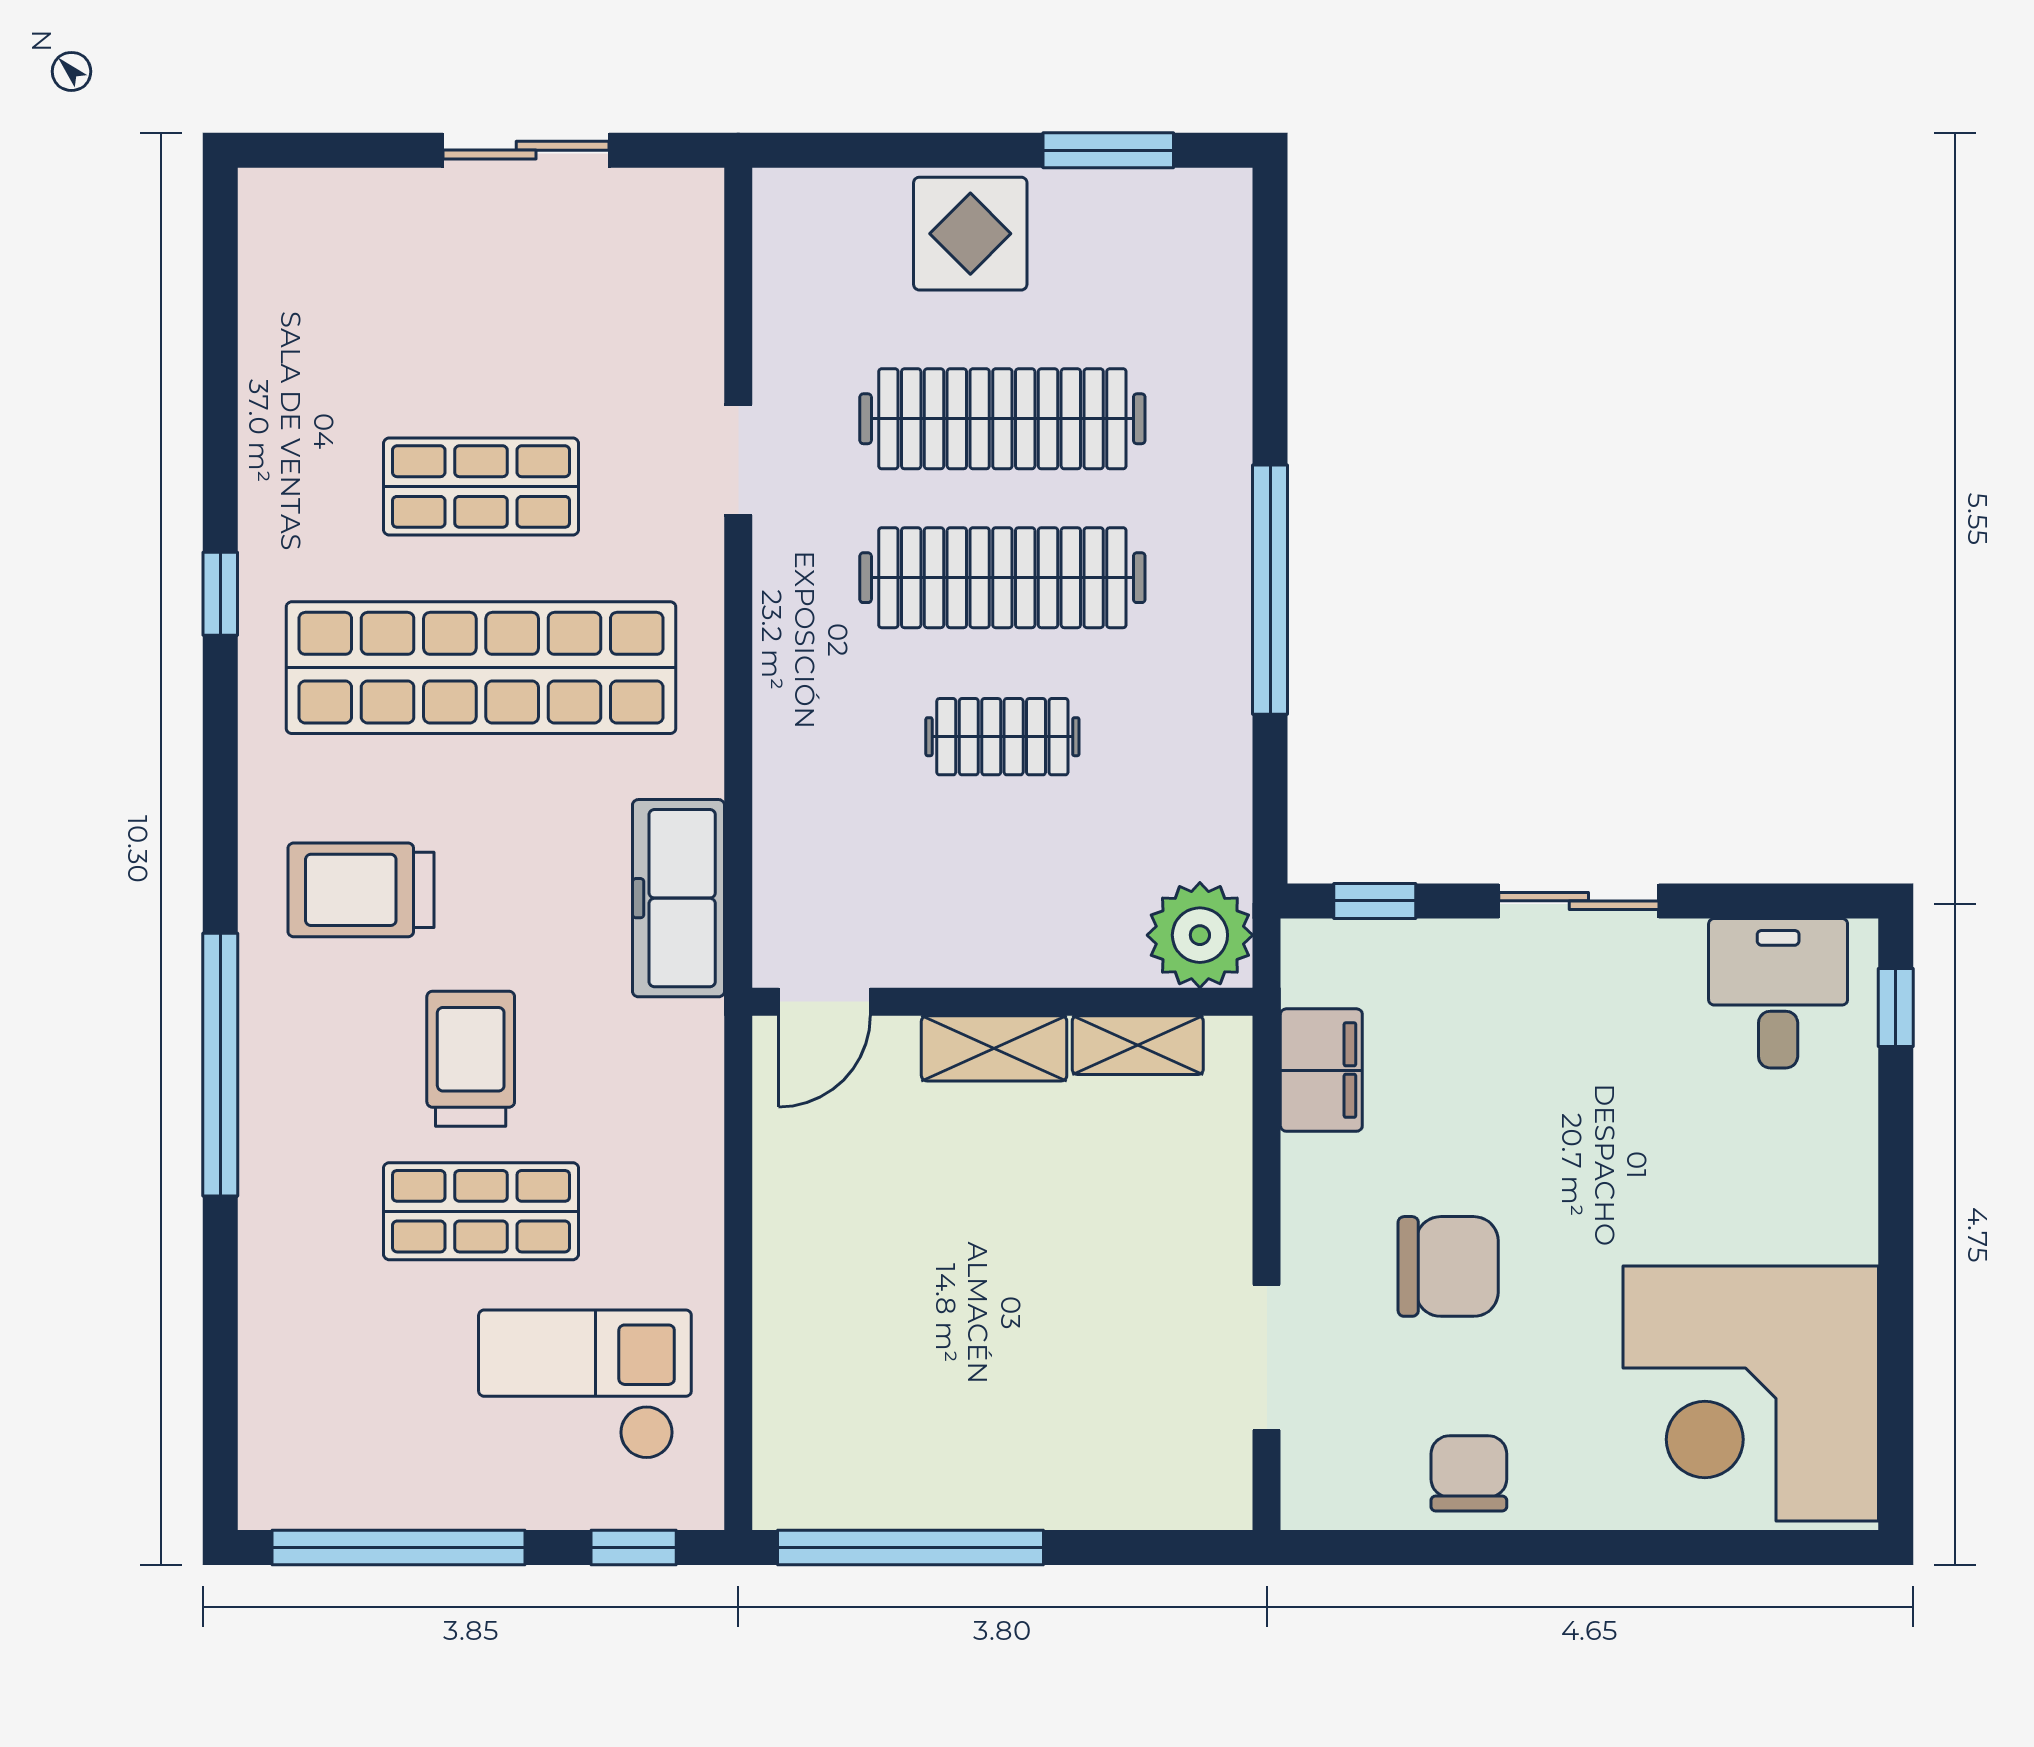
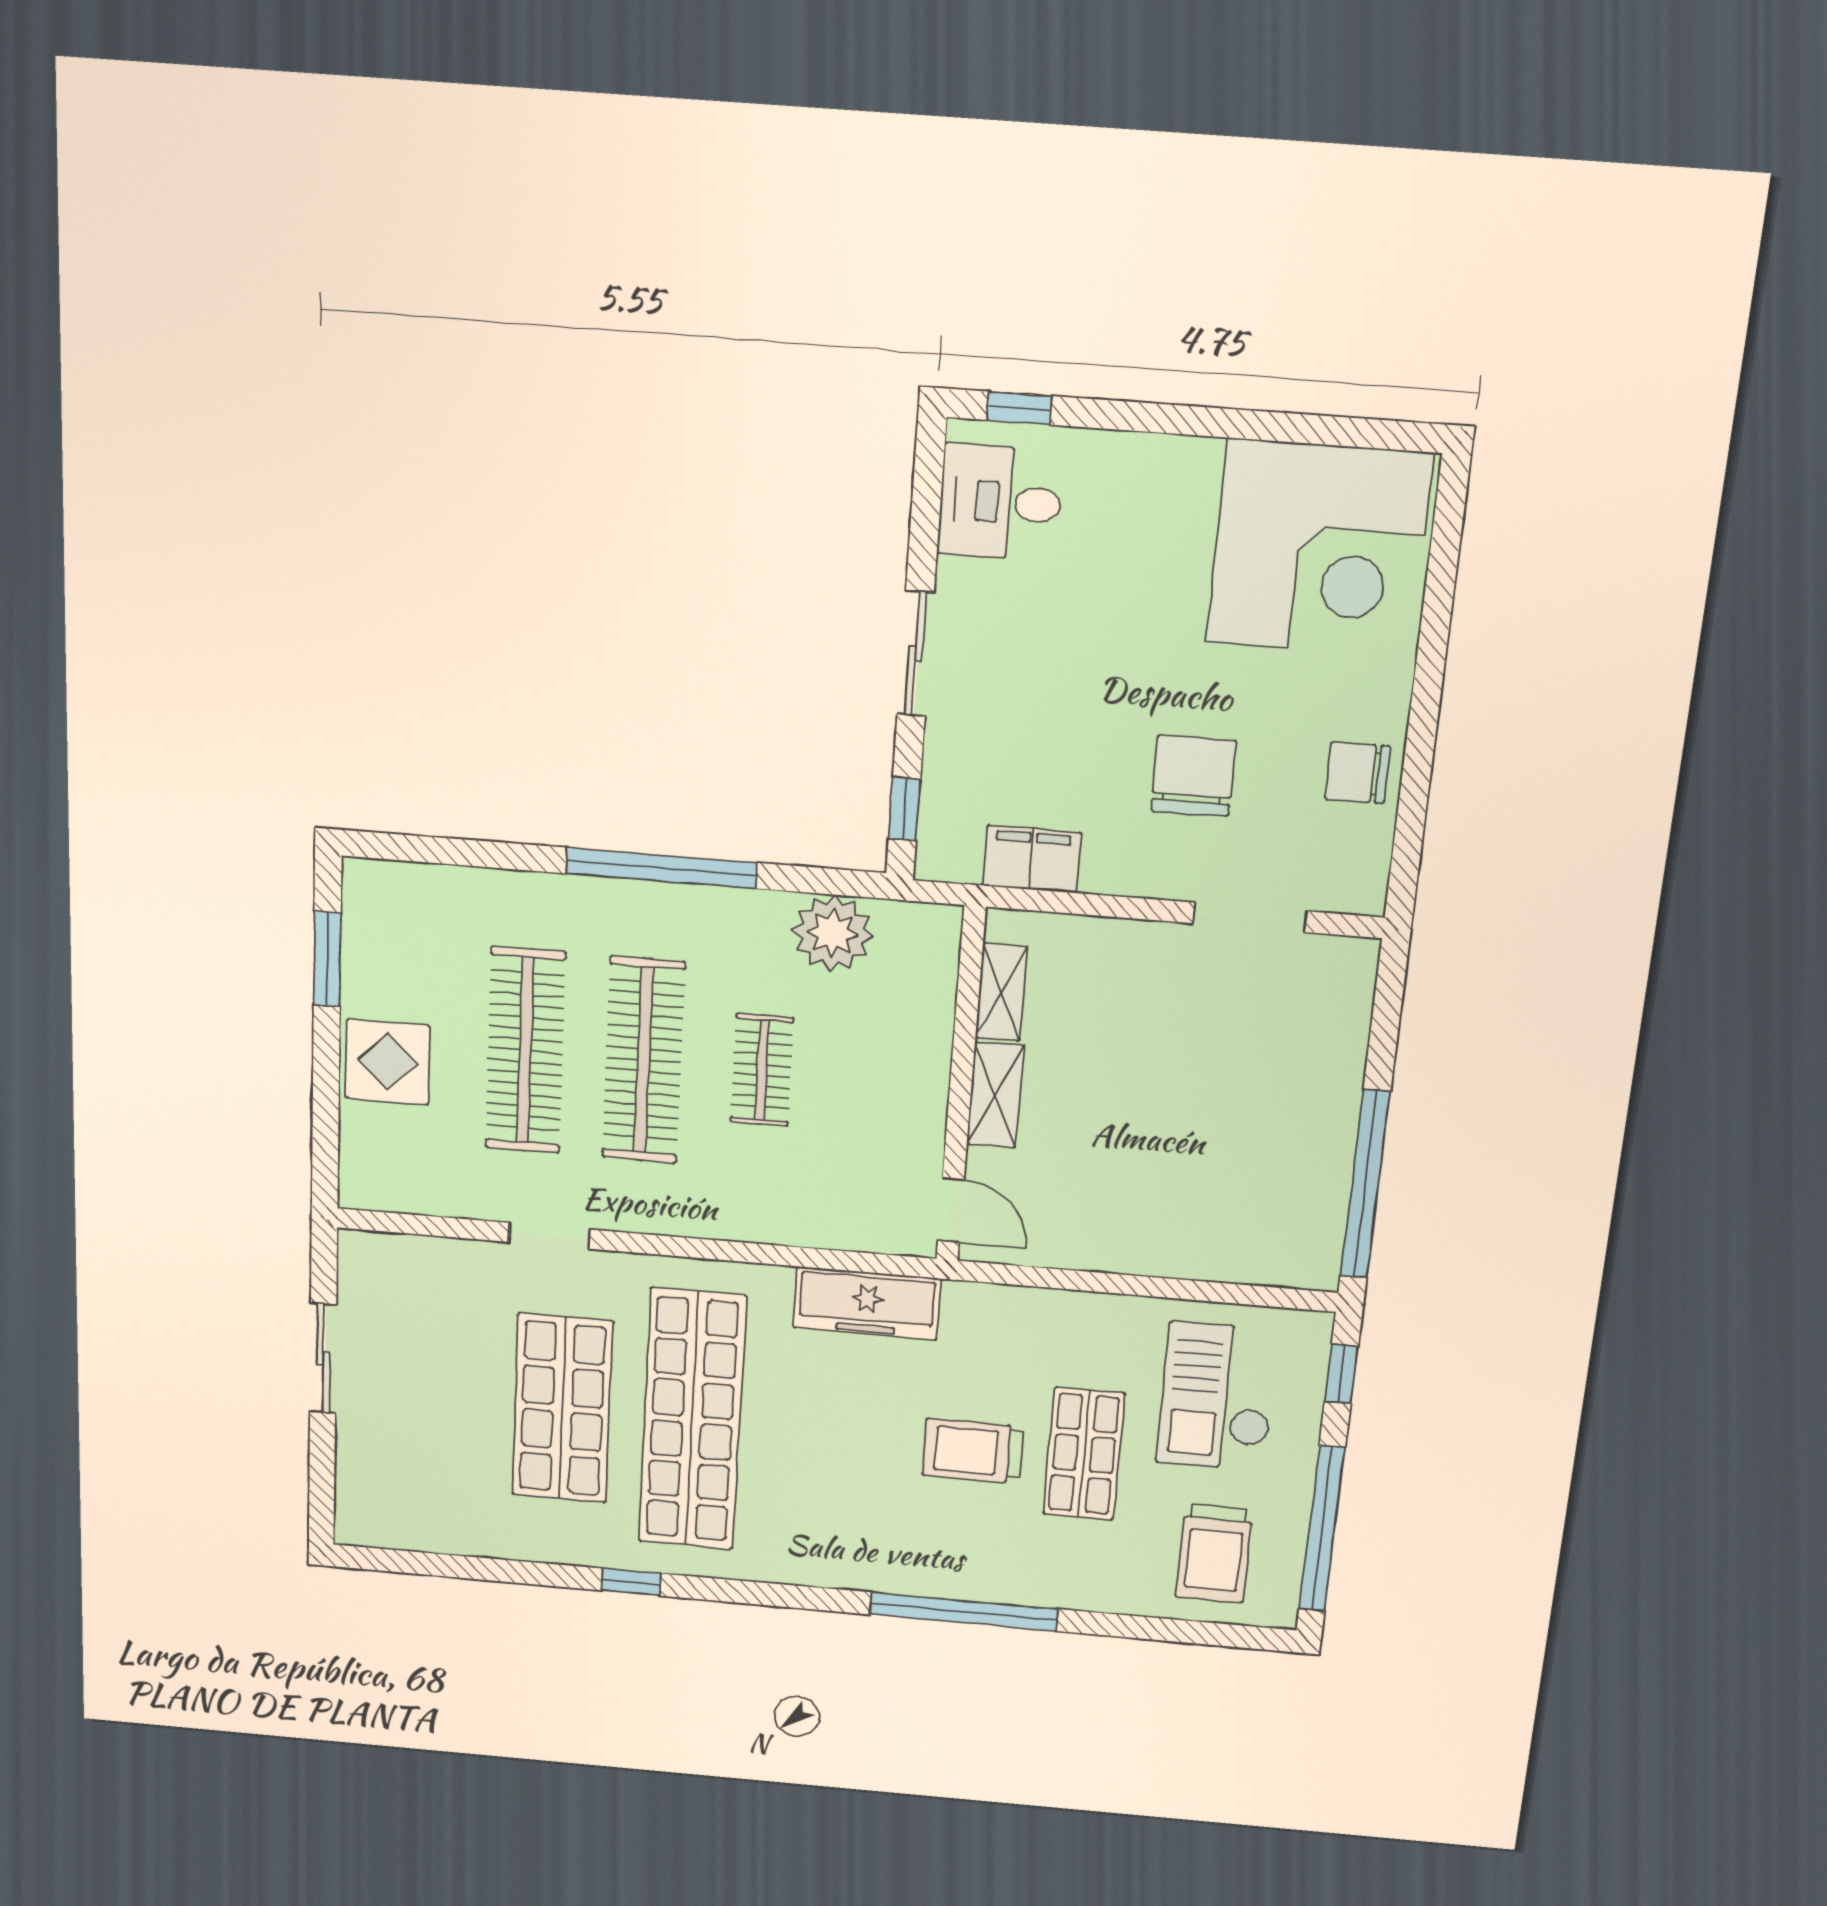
shop shelf: (481, 487) -> (562, 1408), width x1.43, depth x1.36
trolley: (361, 890) -> (1214, 1554), moved
plant: (1200, 935) -> (833, 933), moved

